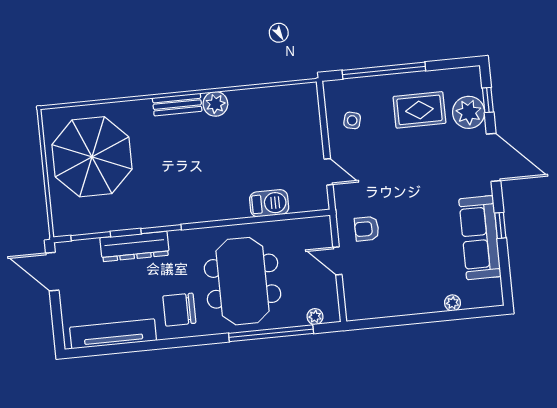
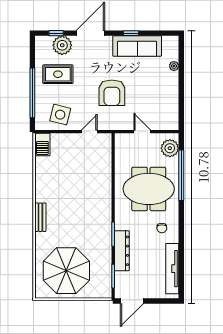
plant: (215, 104) -> (42, 195), removed
rug: (419, 110) -> (58, 74), turned 90
side table: (352, 120) -> (60, 115), width x1.87, depth x1.87
barbecue: (269, 203) -> (42, 145), moved, turned 180
armchair: (367, 229) -> (112, 93), moved, width x1.88, depth x1.88
door: (337, 261) -> (142, 132), swing flipped
chair: (179, 310) -> (162, 228), width x0.54, depth x0.54
plant: (315, 317) -> (170, 148), width x1.87, depth x1.87

